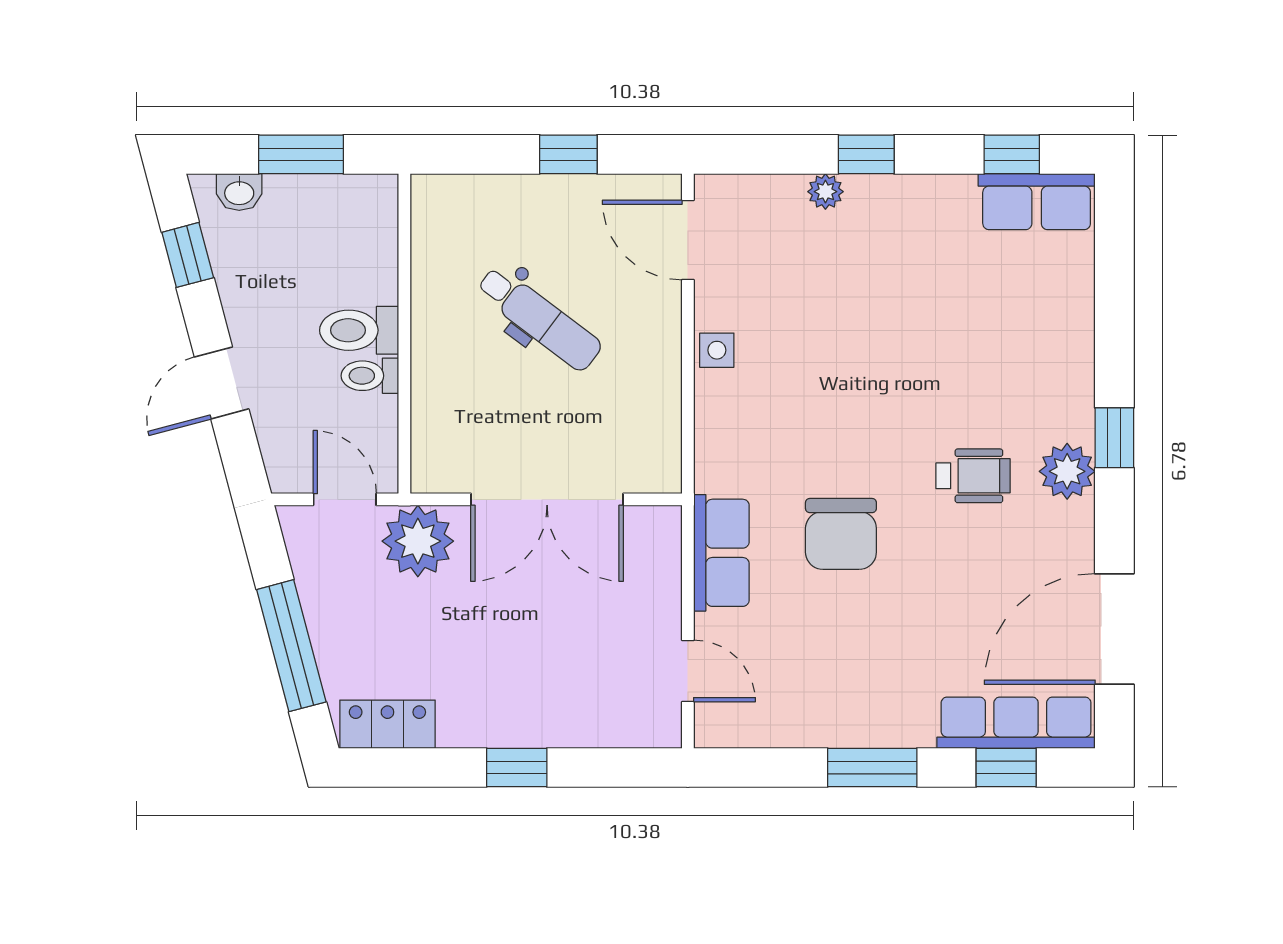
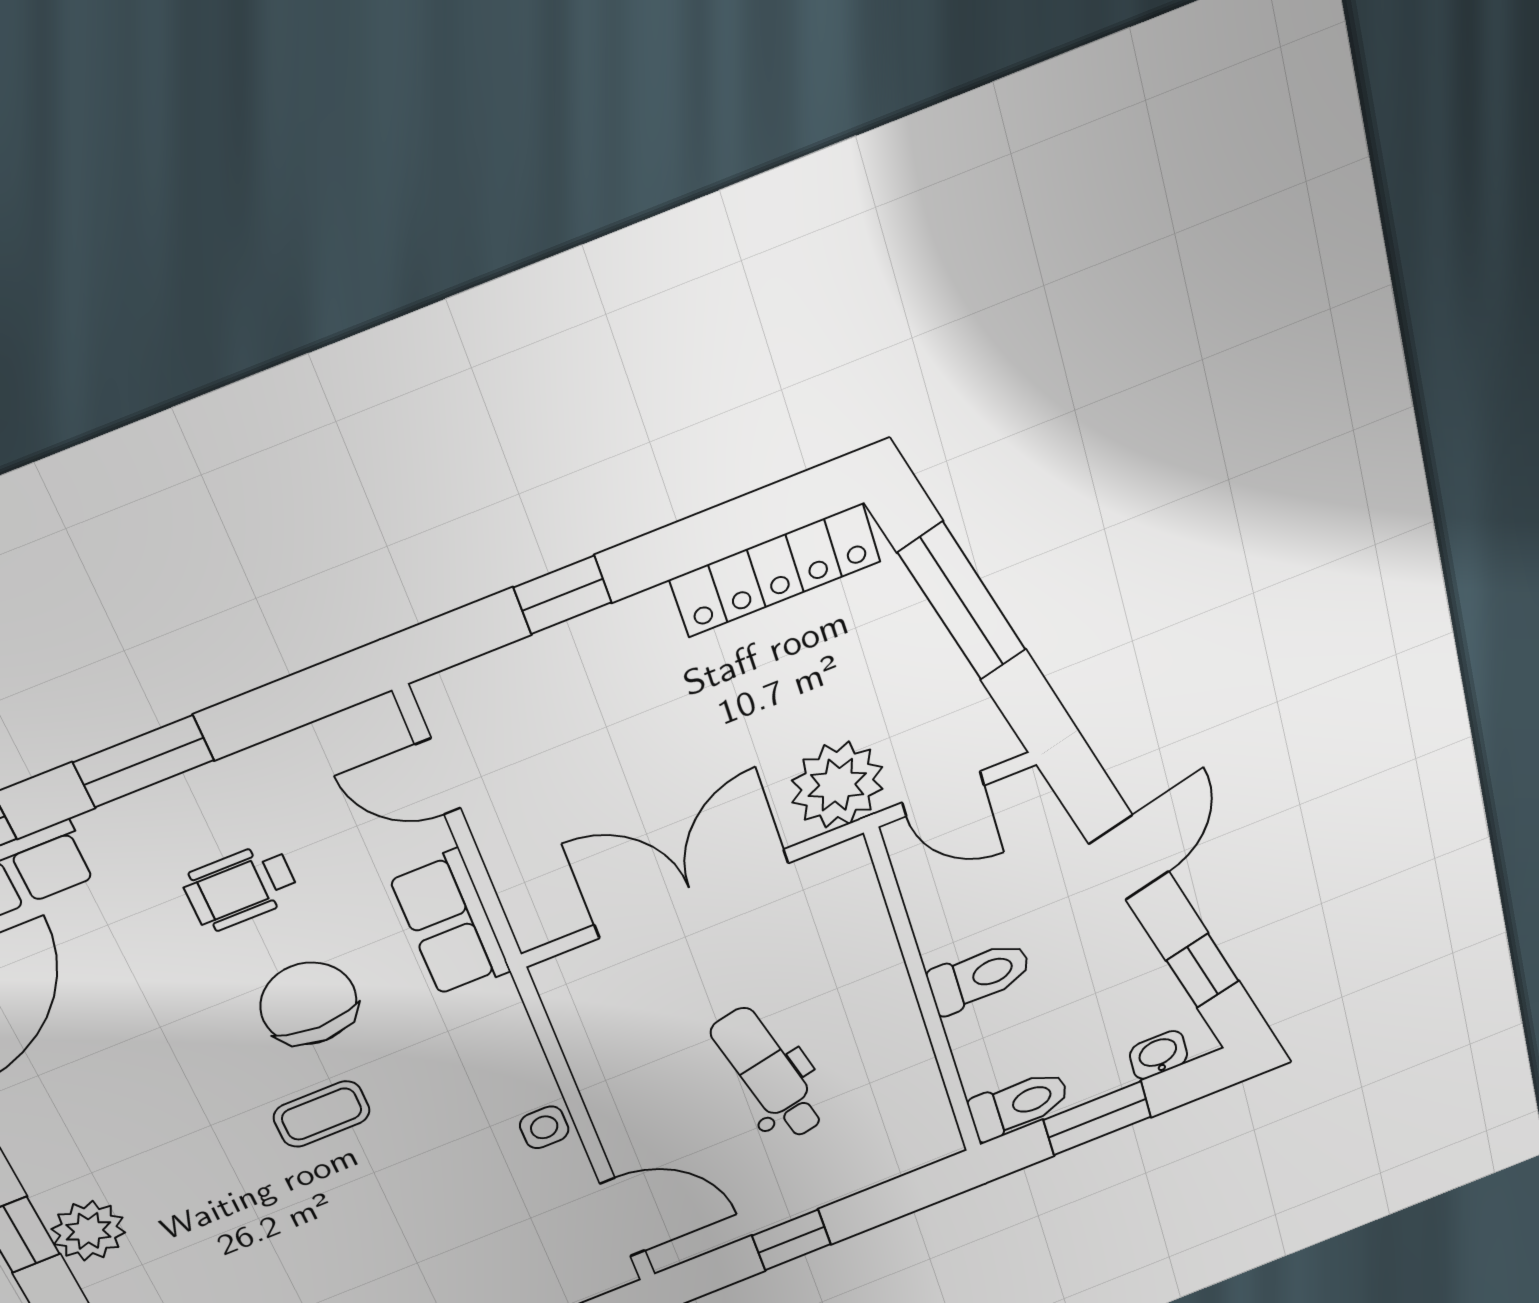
dental chair: (539, 318) -> (769, 1074), turned 40
toilet: (370, 376) -> (1019, 1104), moved, width x1.37, depth x1.39
coffee table: (868, 438) -> (322, 1114), added
plant: (1067, 471) -> (88, 1231), moved
wheelchair: (973, 476) -> (241, 887), moved
locker: (387, 724) -> (775, 571), width x1.53
window: (517, 768) -> (563, 595), moved

